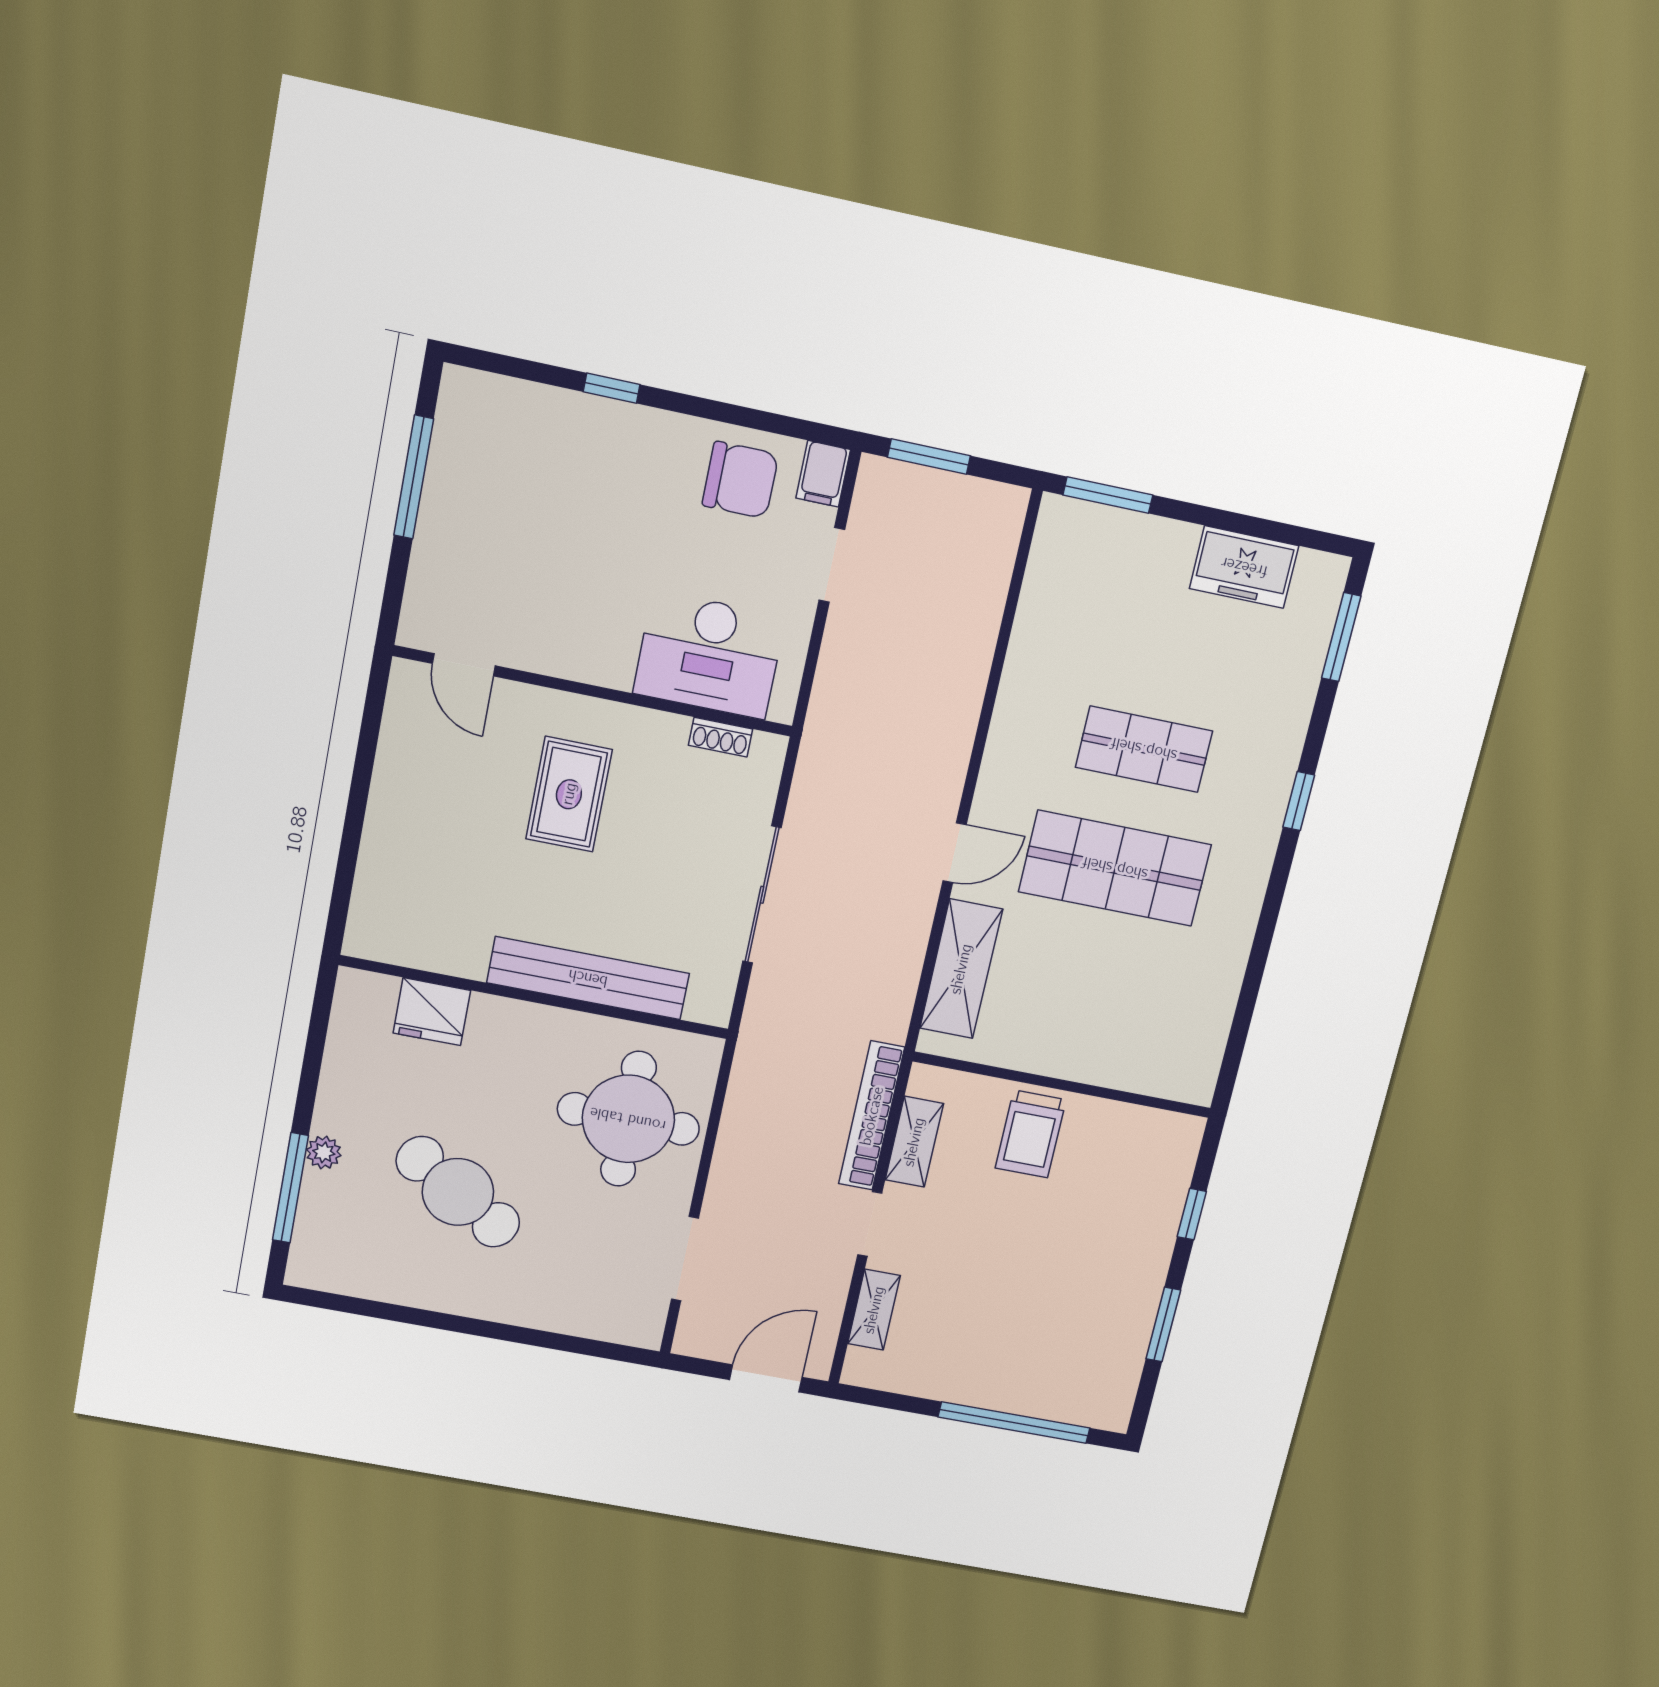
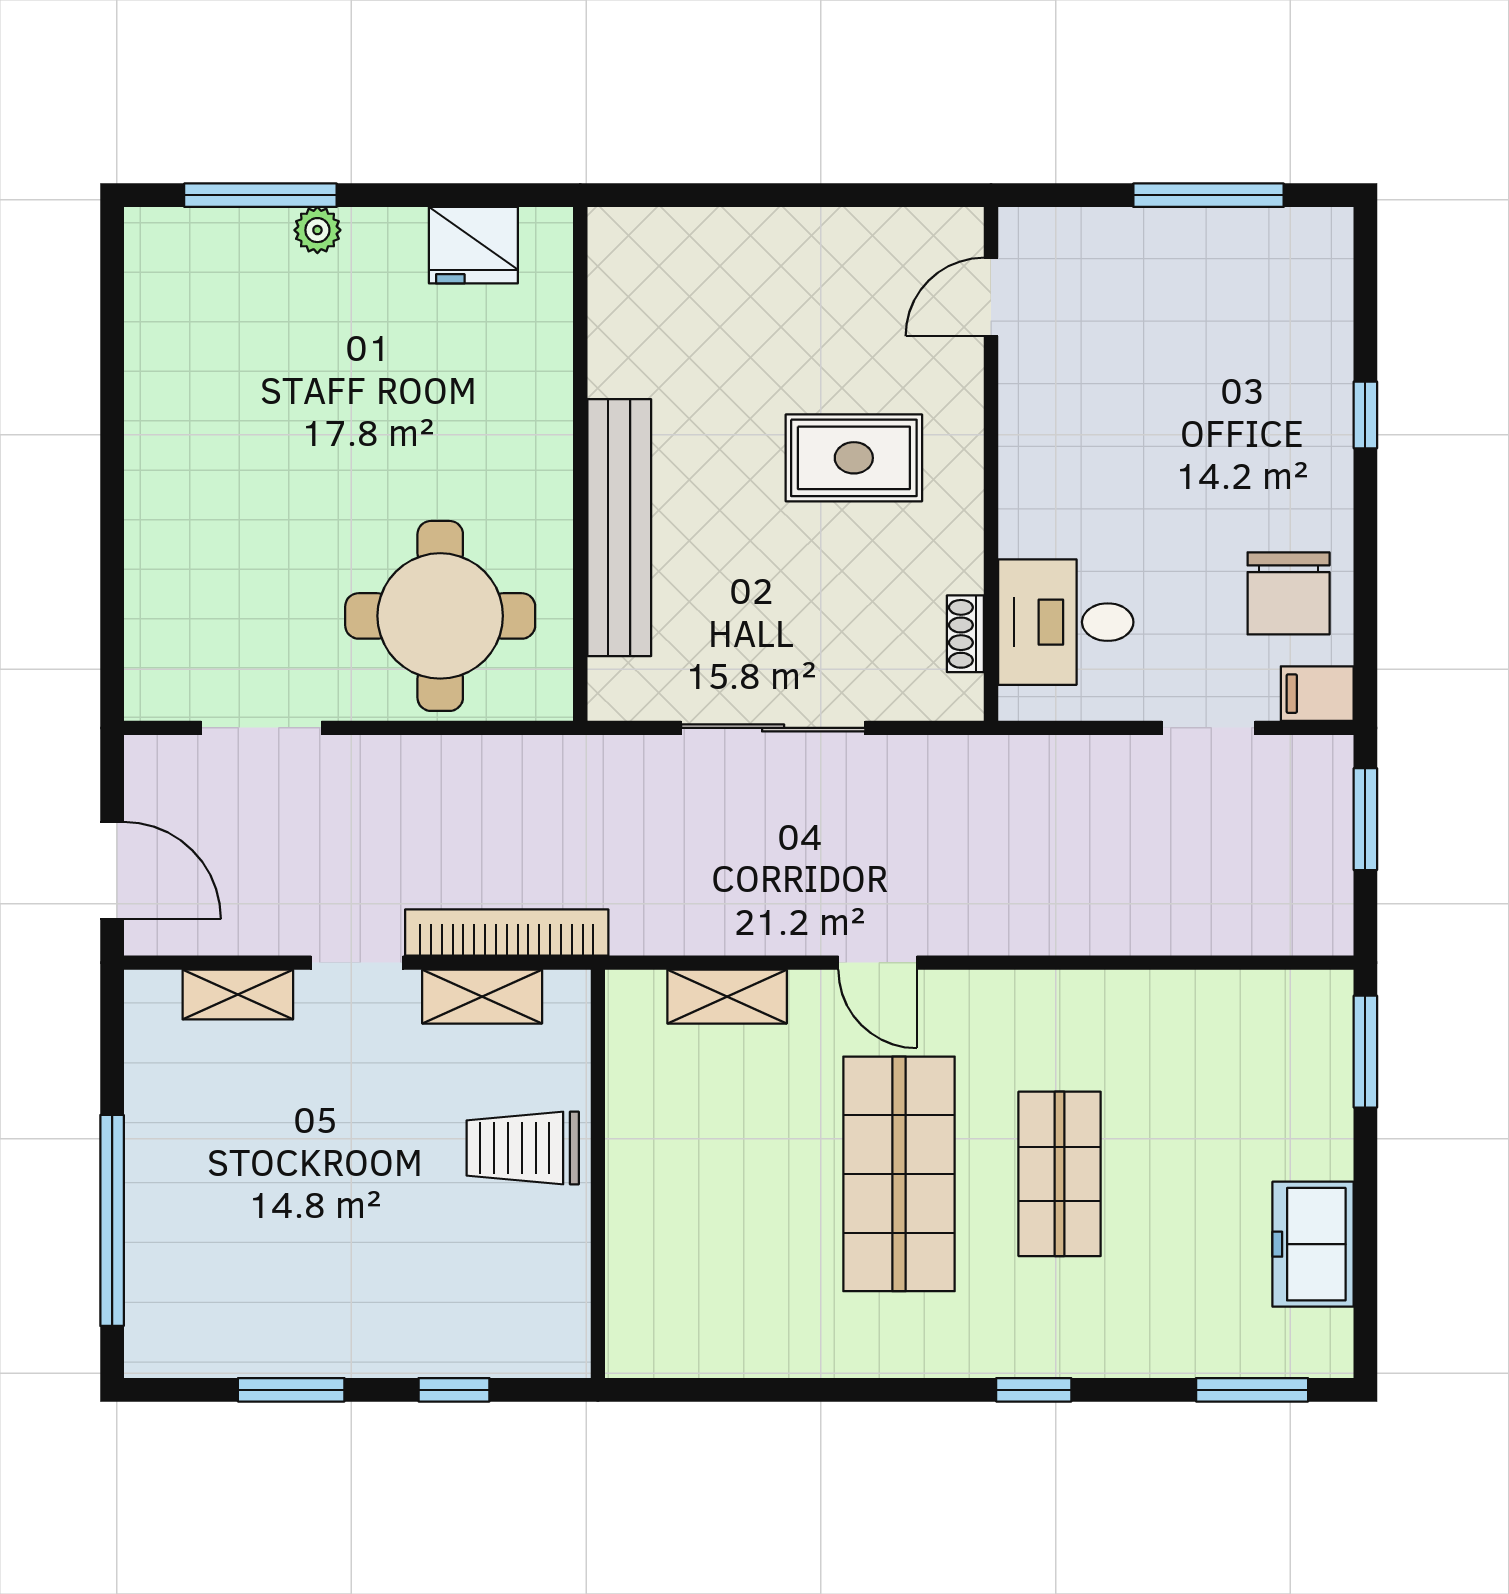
desk: (709, 655) -> (1066, 622), width x0.73
shelving: (961, 969) -> (727, 997), width x0.67, depth x0.75
fridge: (432, 1012) -> (473, 245), moved, turned -90
cafe table: (458, 1192) -> (297, 413), removed

